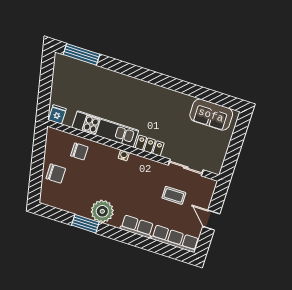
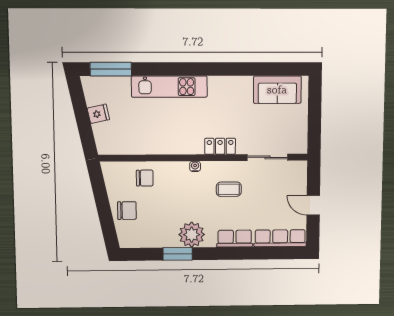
fridge: (57, 114) -> (98, 114), moved, turned 78
kitchen unit: (105, 129) -> (169, 87), moved, turned 180
coffee table: (174, 195) -> (229, 189), moved

